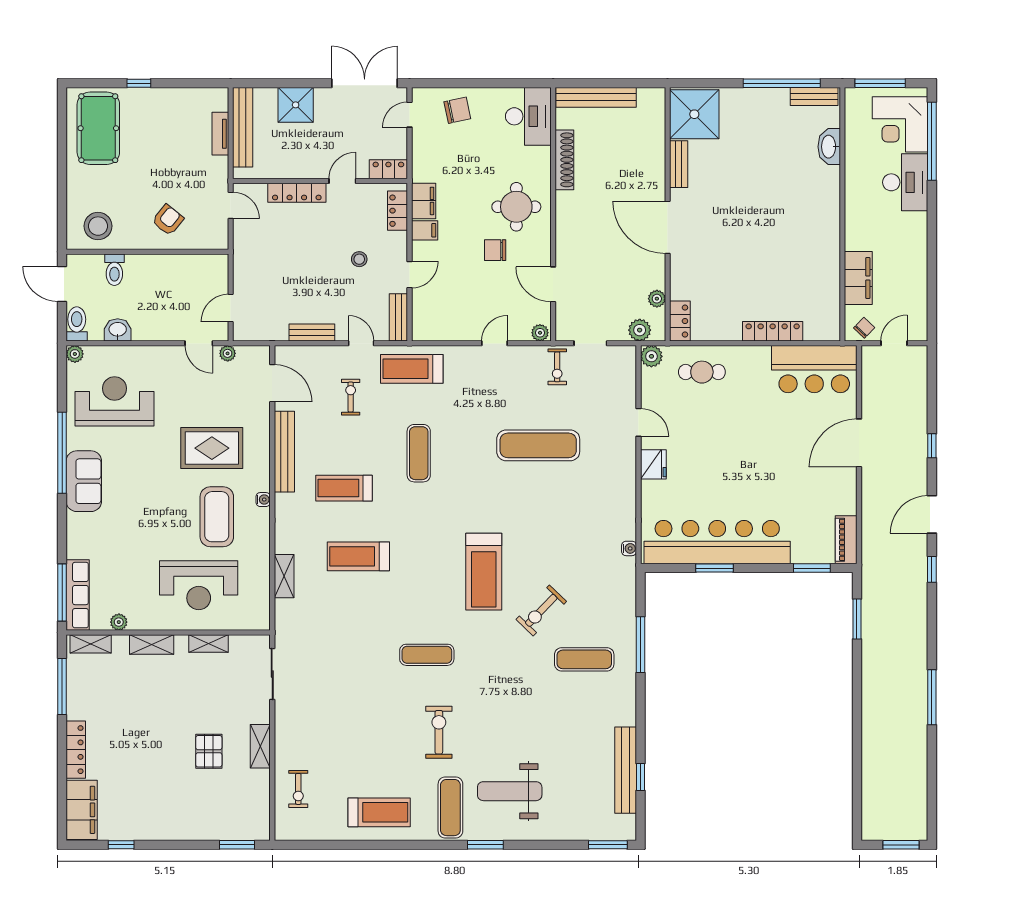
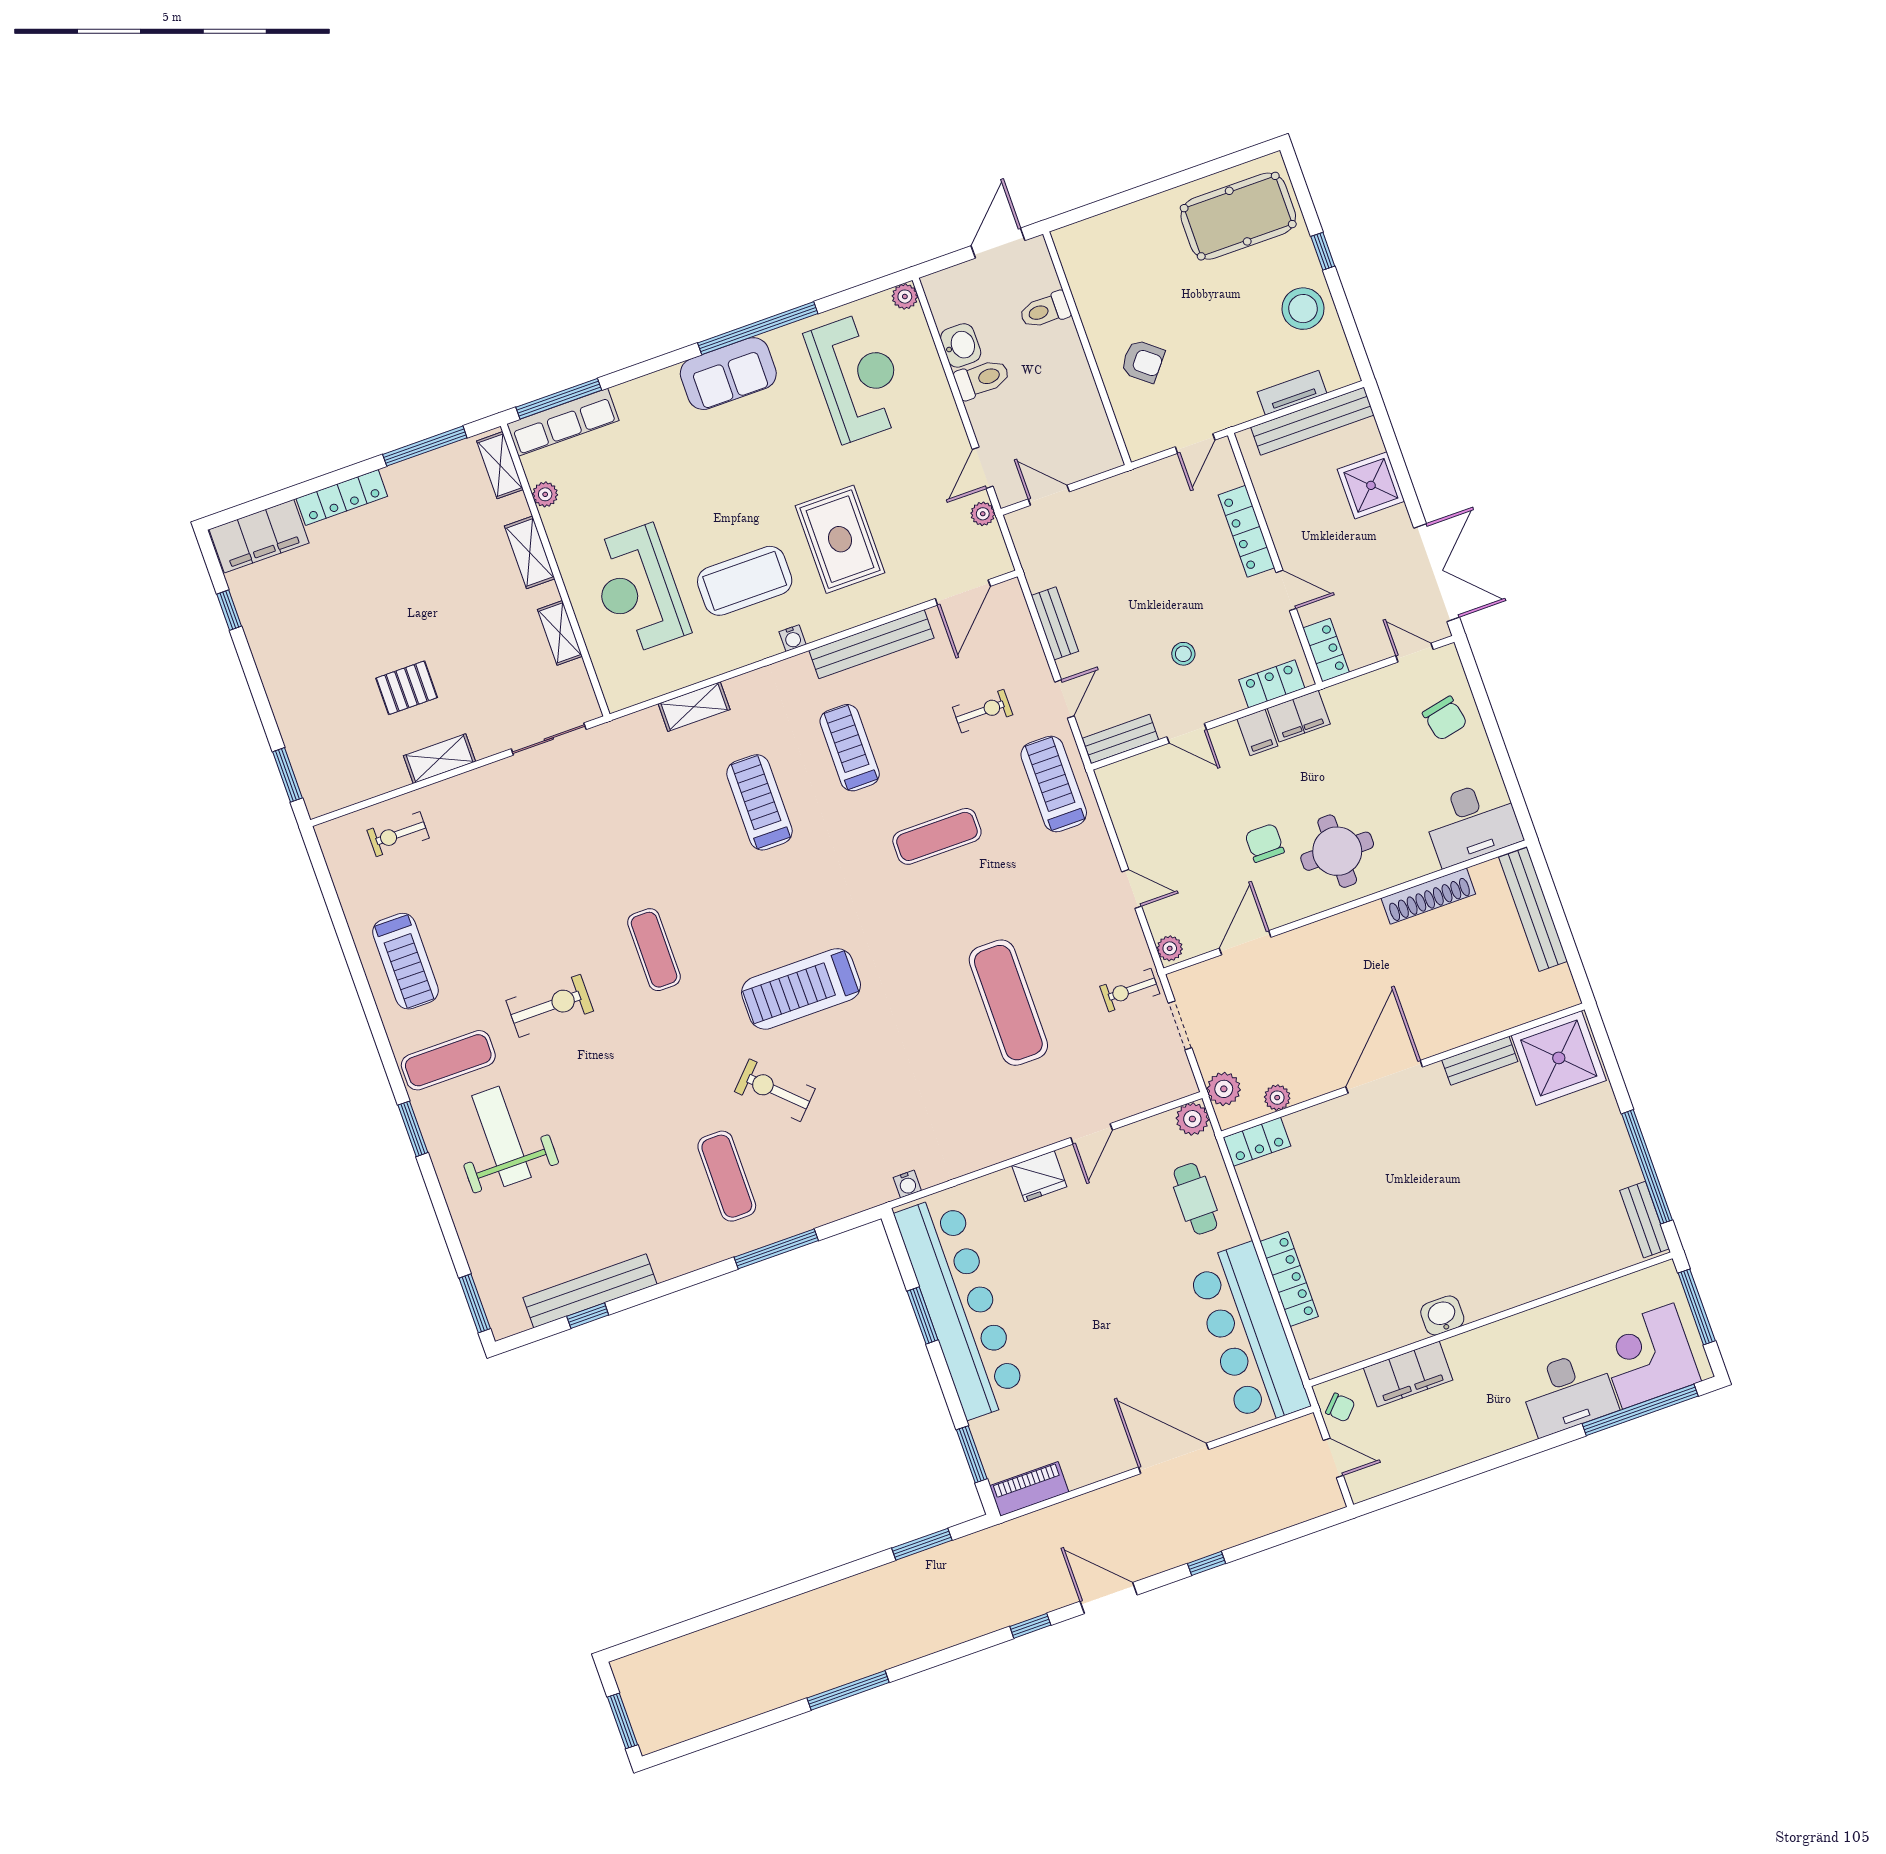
washbasin: (829, 147) -> (1442, 1315), moved, width x0.72
stool: (98, 226) -> (1303, 309), moved
toilet: (77, 324) -> (982, 379), moved
bar counter: (814, 369) -> (1248, 1335), width x1.36

